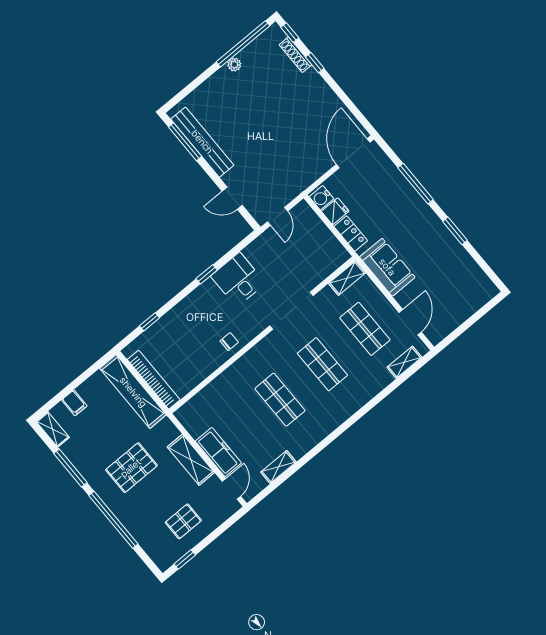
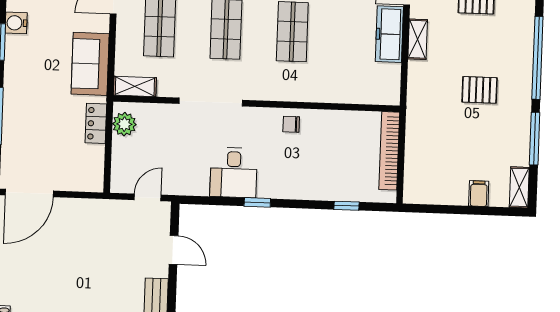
water cooler: (322, 198) -> (16, 23), moved, turned 180
fridge: (335, 211) -> (92, 156), removed
plant: (333, 249) -> (124, 124), added
shelving: (133, 392) -> (417, 157), removed
shelving: (191, 460) -> (418, 39), width x0.67, depth x0.75
pallet: (131, 468) -> (480, 90), width x0.67, depth x0.71

